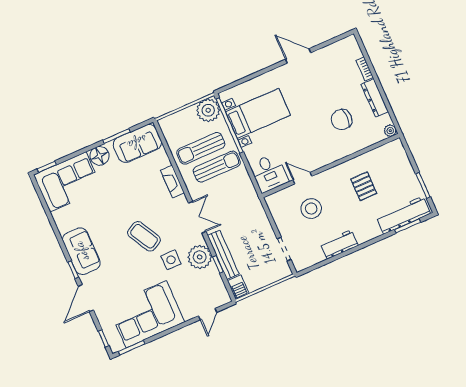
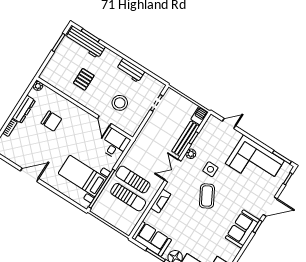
door: (298, 56) -> (30, 175), swing flipped
plant: (208, 110) -> (101, 208), removed
plant: (200, 257) -> (191, 154), width x0.53, depth x0.53

